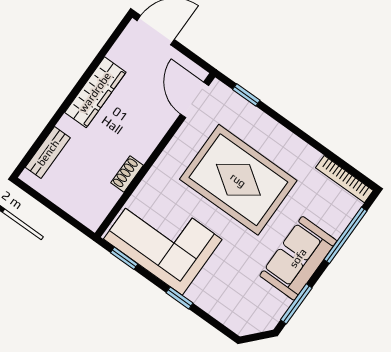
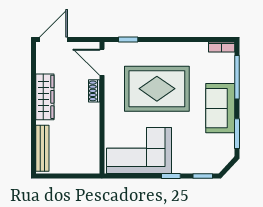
bench: (48, 153) -> (42, 148), width x1.36
shoe rack: (127, 174) -> (94, 91), moved
bookcase: (344, 179) -> (222, 47), width x0.64
window: (124, 258) -> (203, 176), moved

